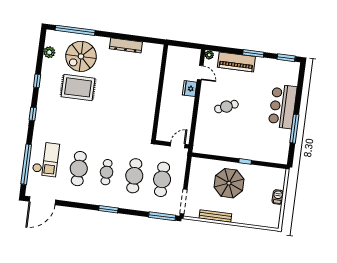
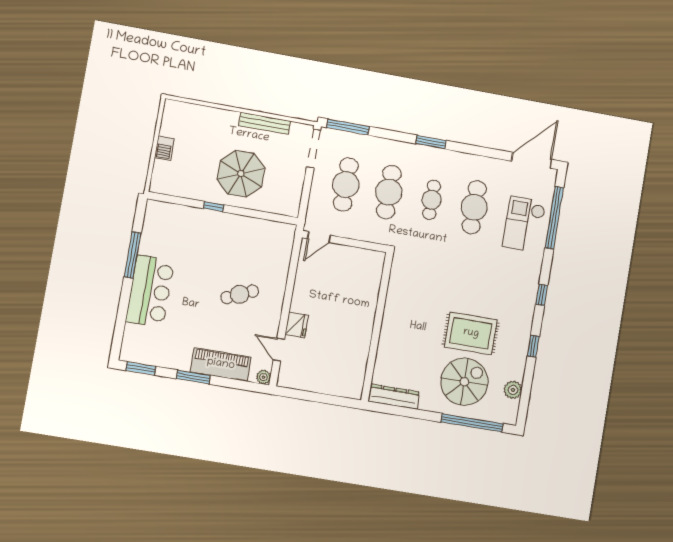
wall: (160, 92) -> (377, 327), moved

